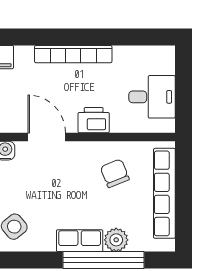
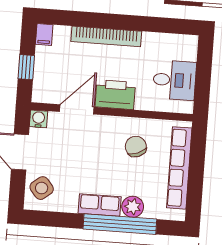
printer: (94, 120) -> (115, 95), width x1.37, depth x1.19
door: (47, 137) -> (77, 109), hinge flipped

